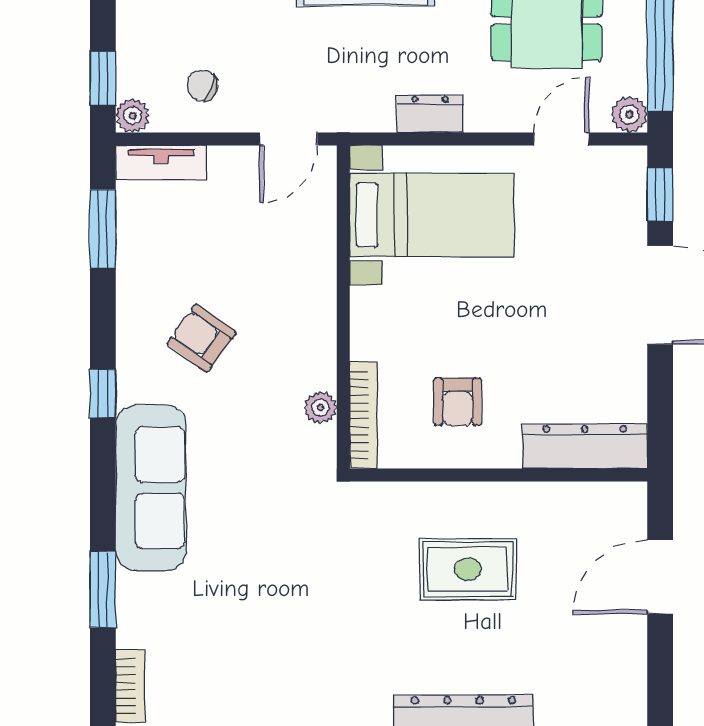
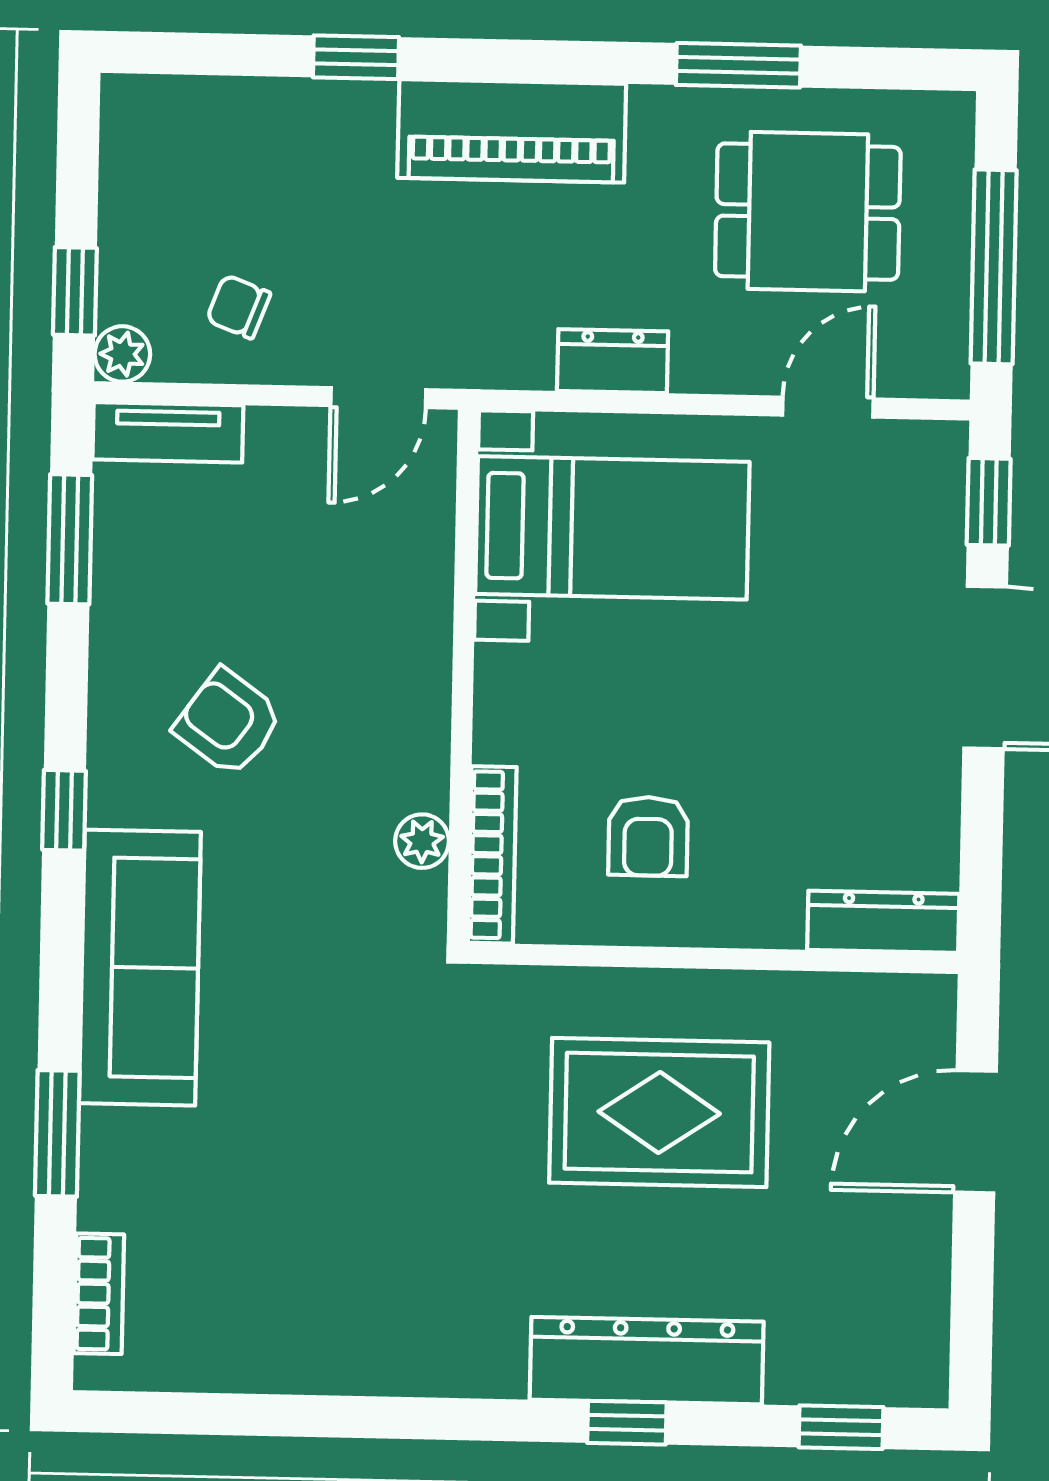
plant: (629, 114) -> (941, 369), removed
dresser: (585, 446) -> (883, 922), width x0.73, depth x0.80
rug: (468, 569) -> (659, 1113), width x1.36, depth x1.43

